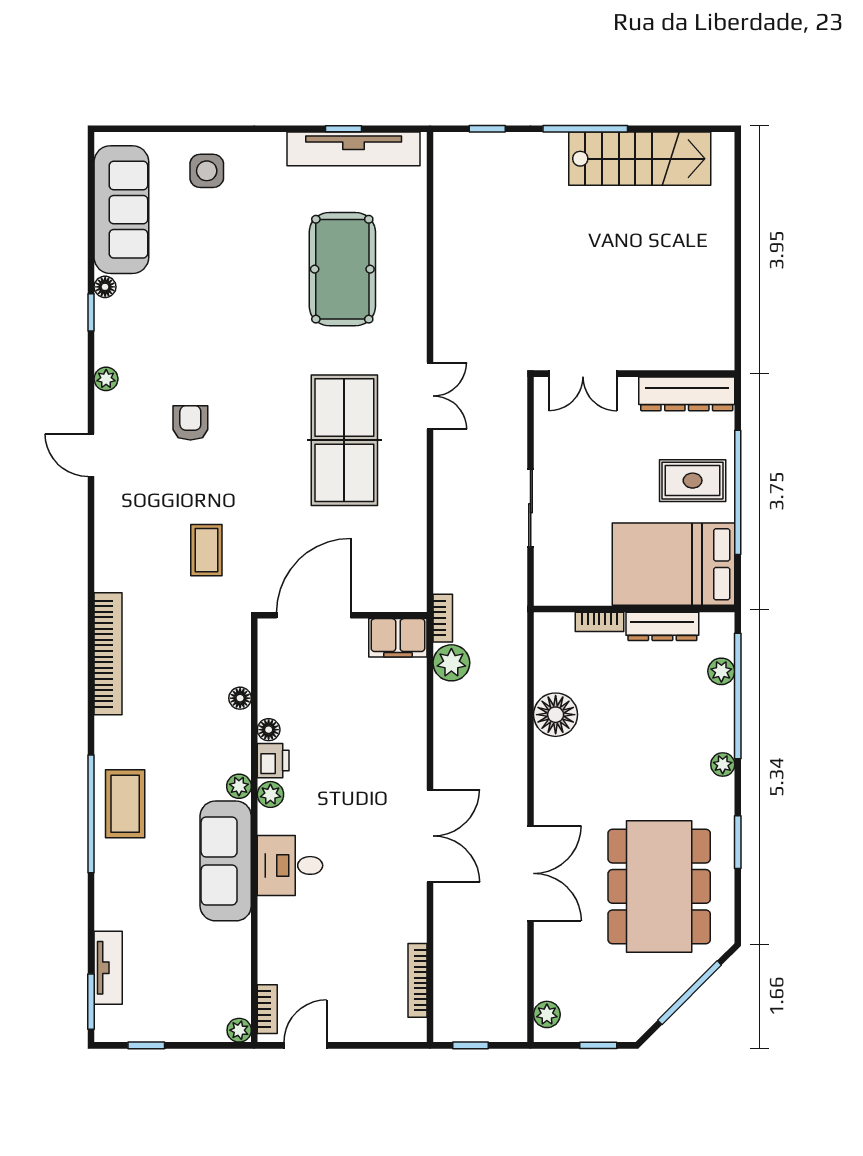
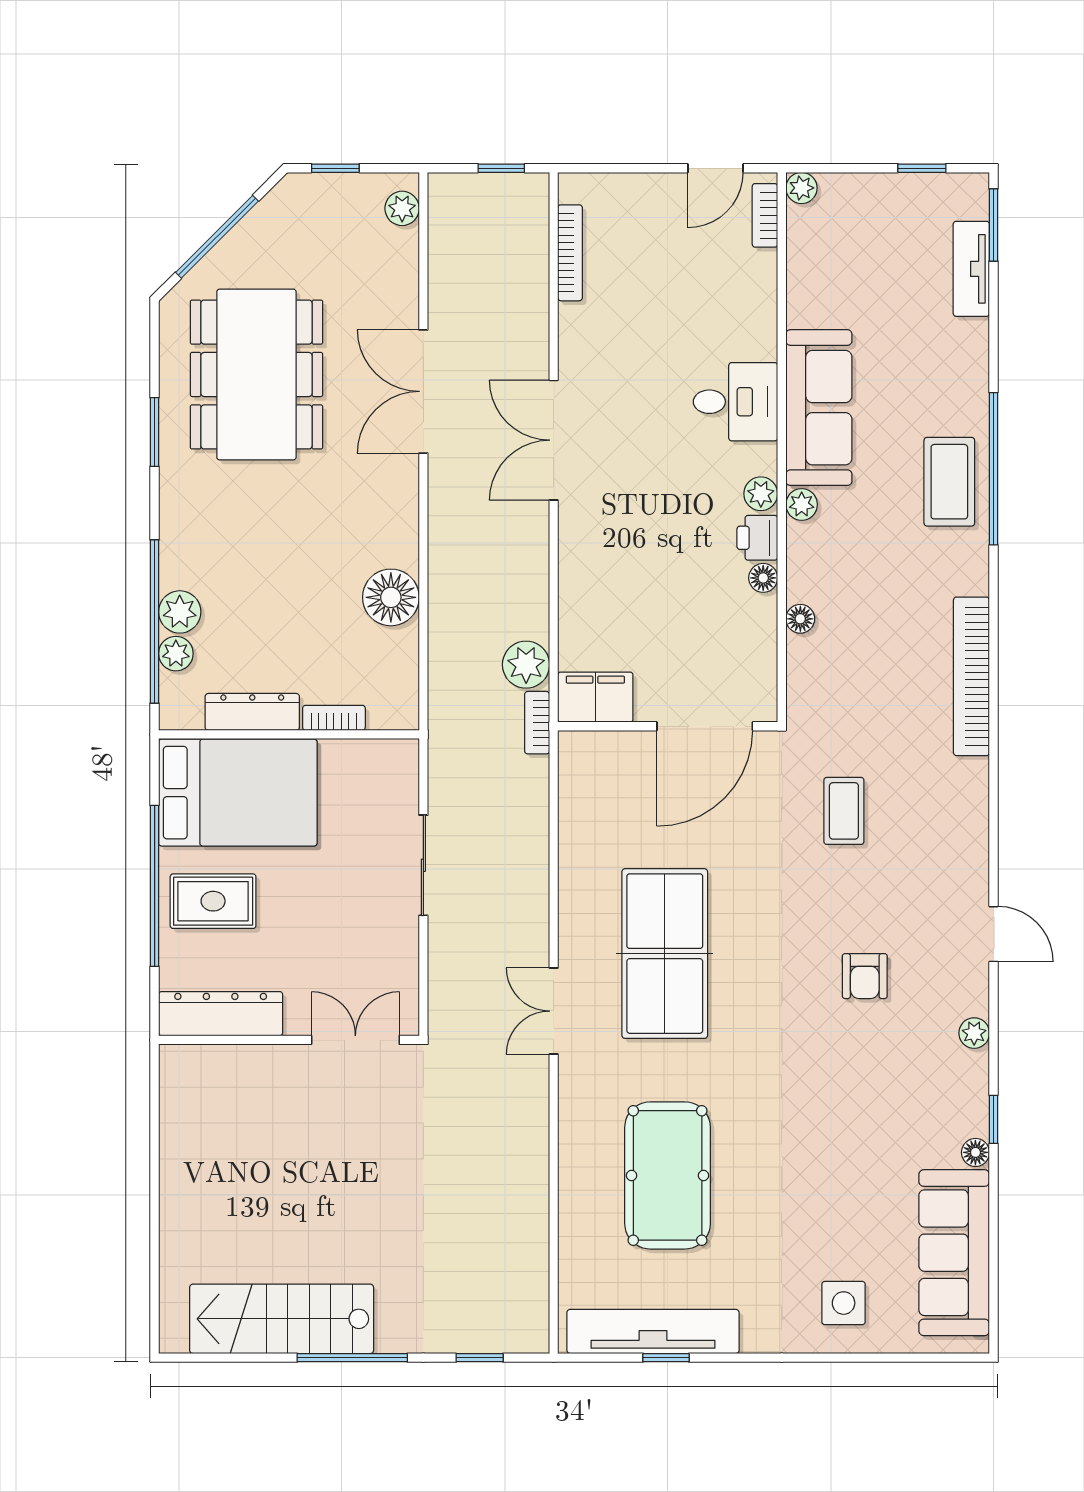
plant: (723, 765) -> (180, 612), moved, width x1.38, depth x1.38

